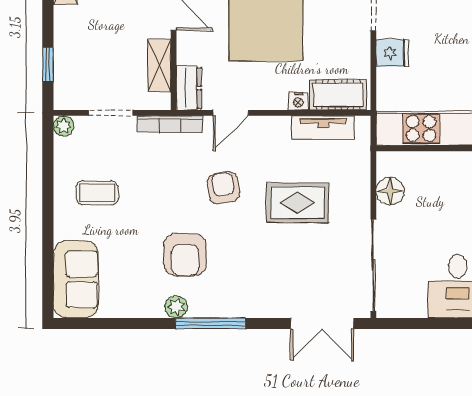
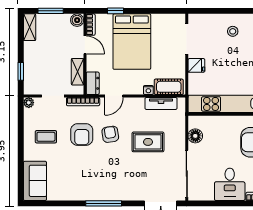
armchair: (185, 255) -> (82, 134), moved
plant: (176, 307) -> (86, 195), removed

